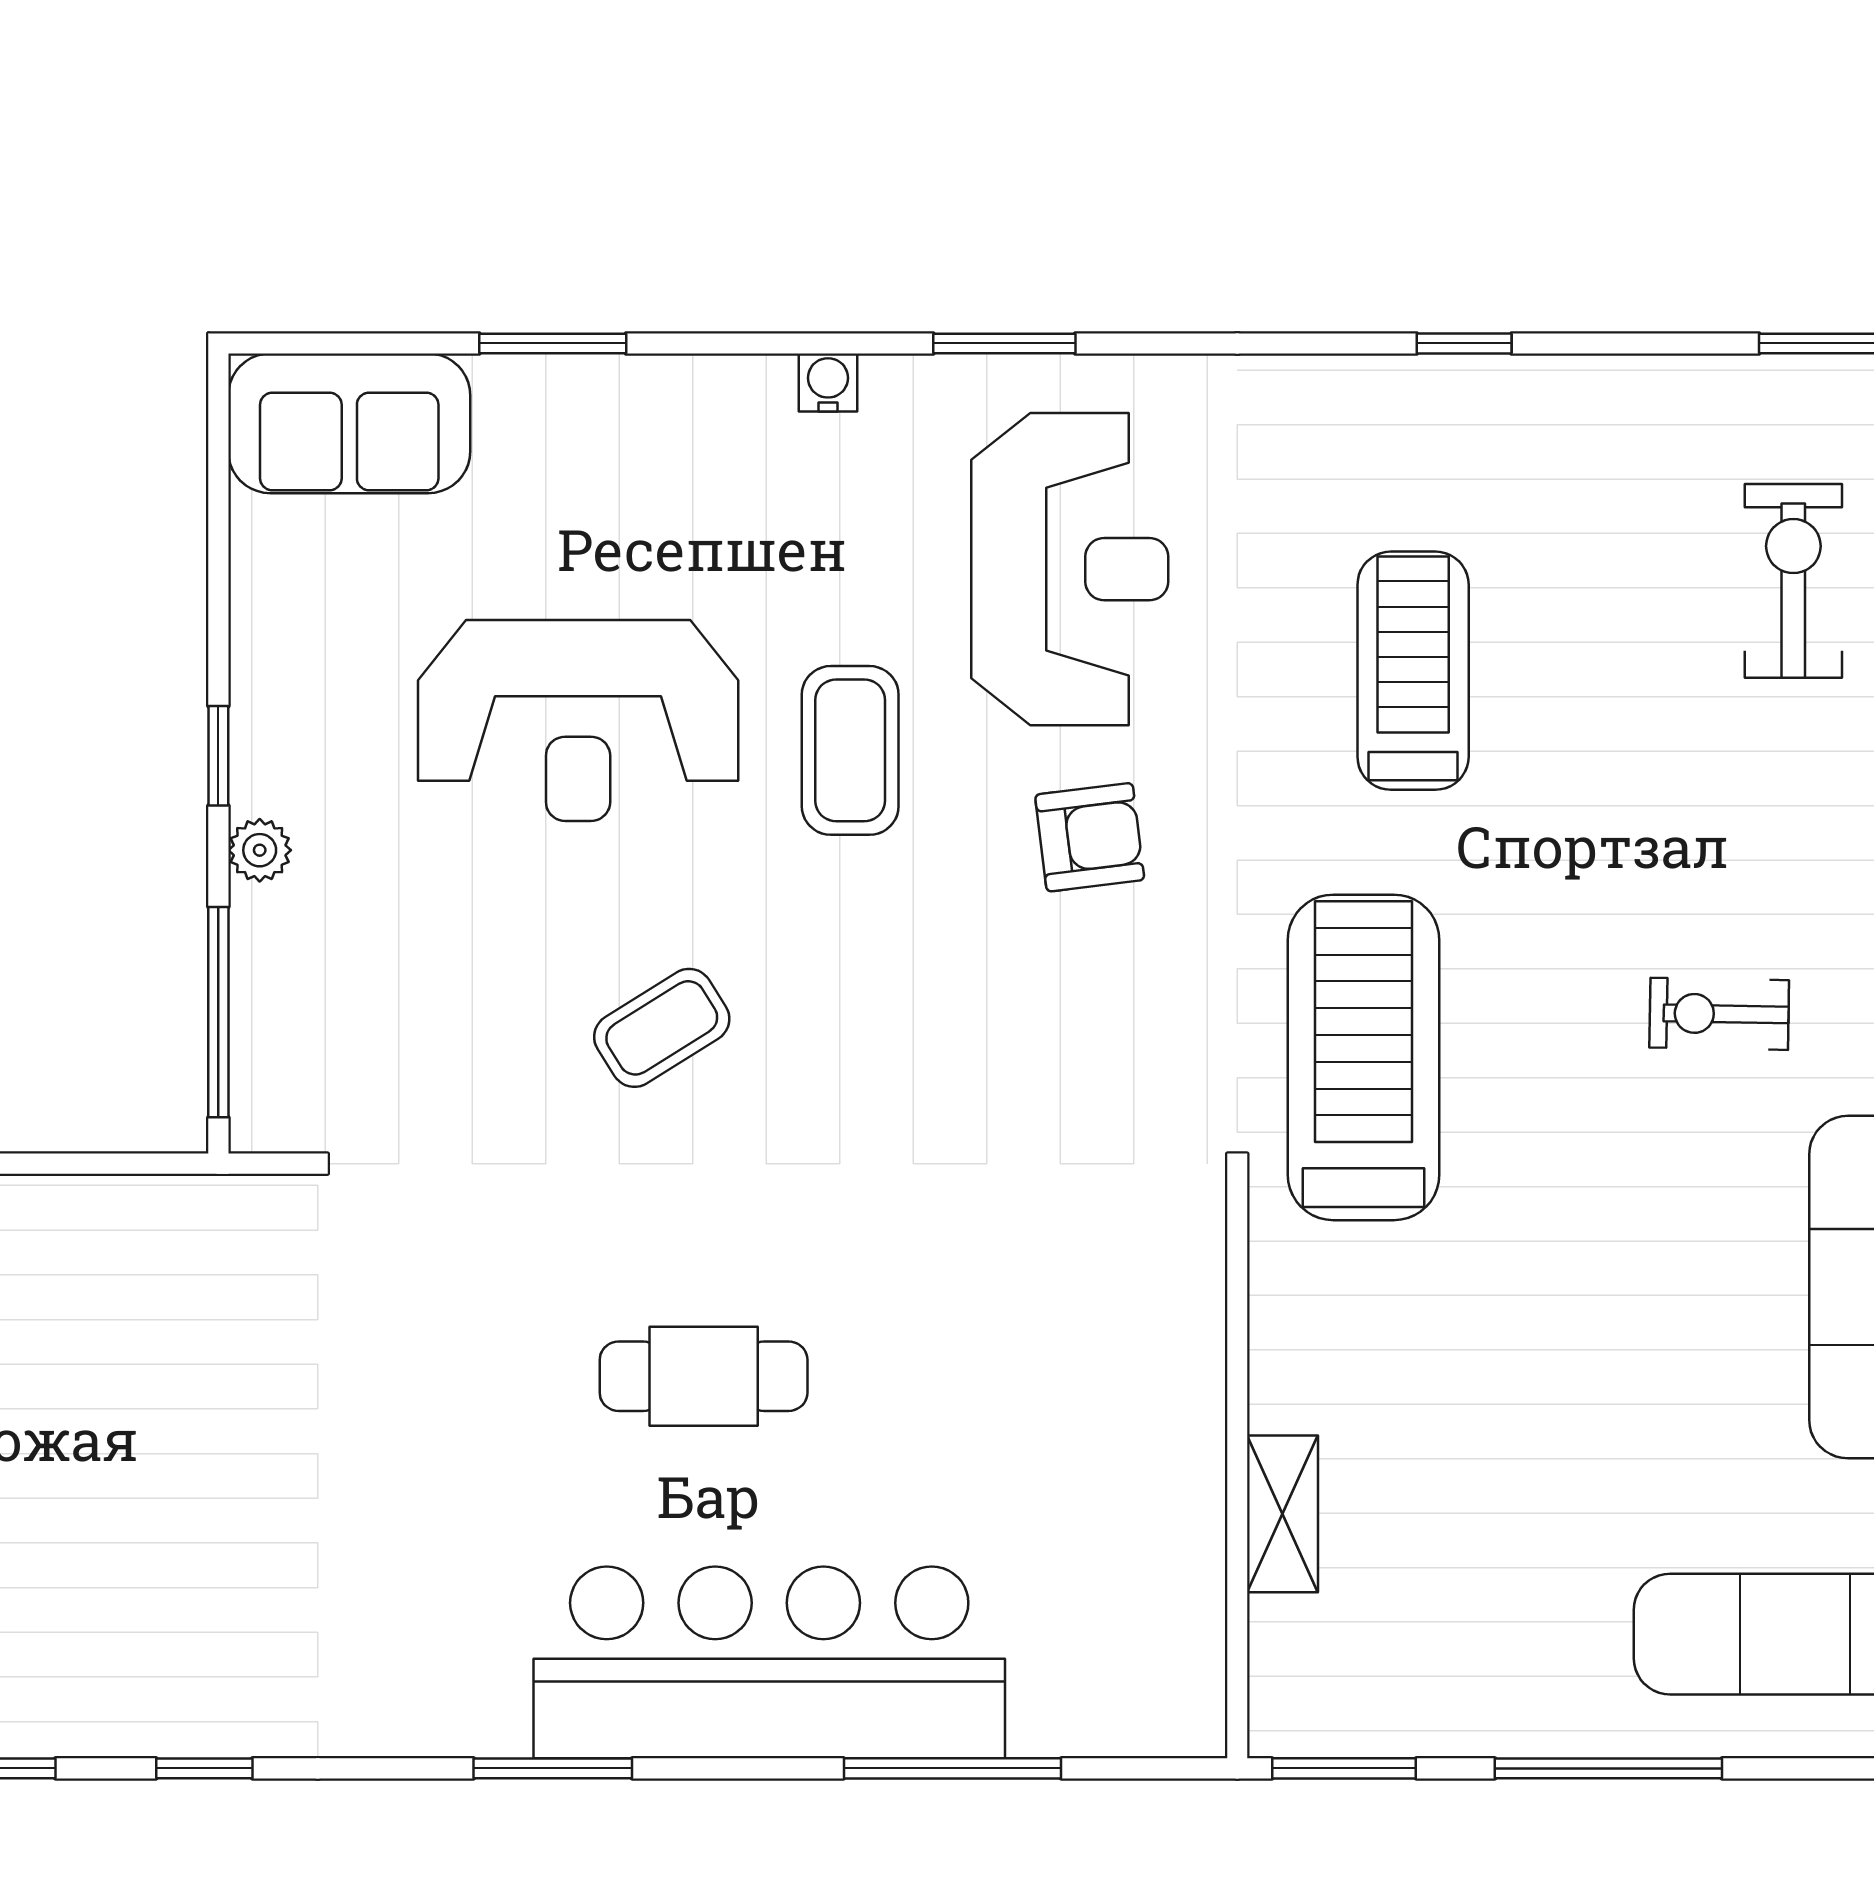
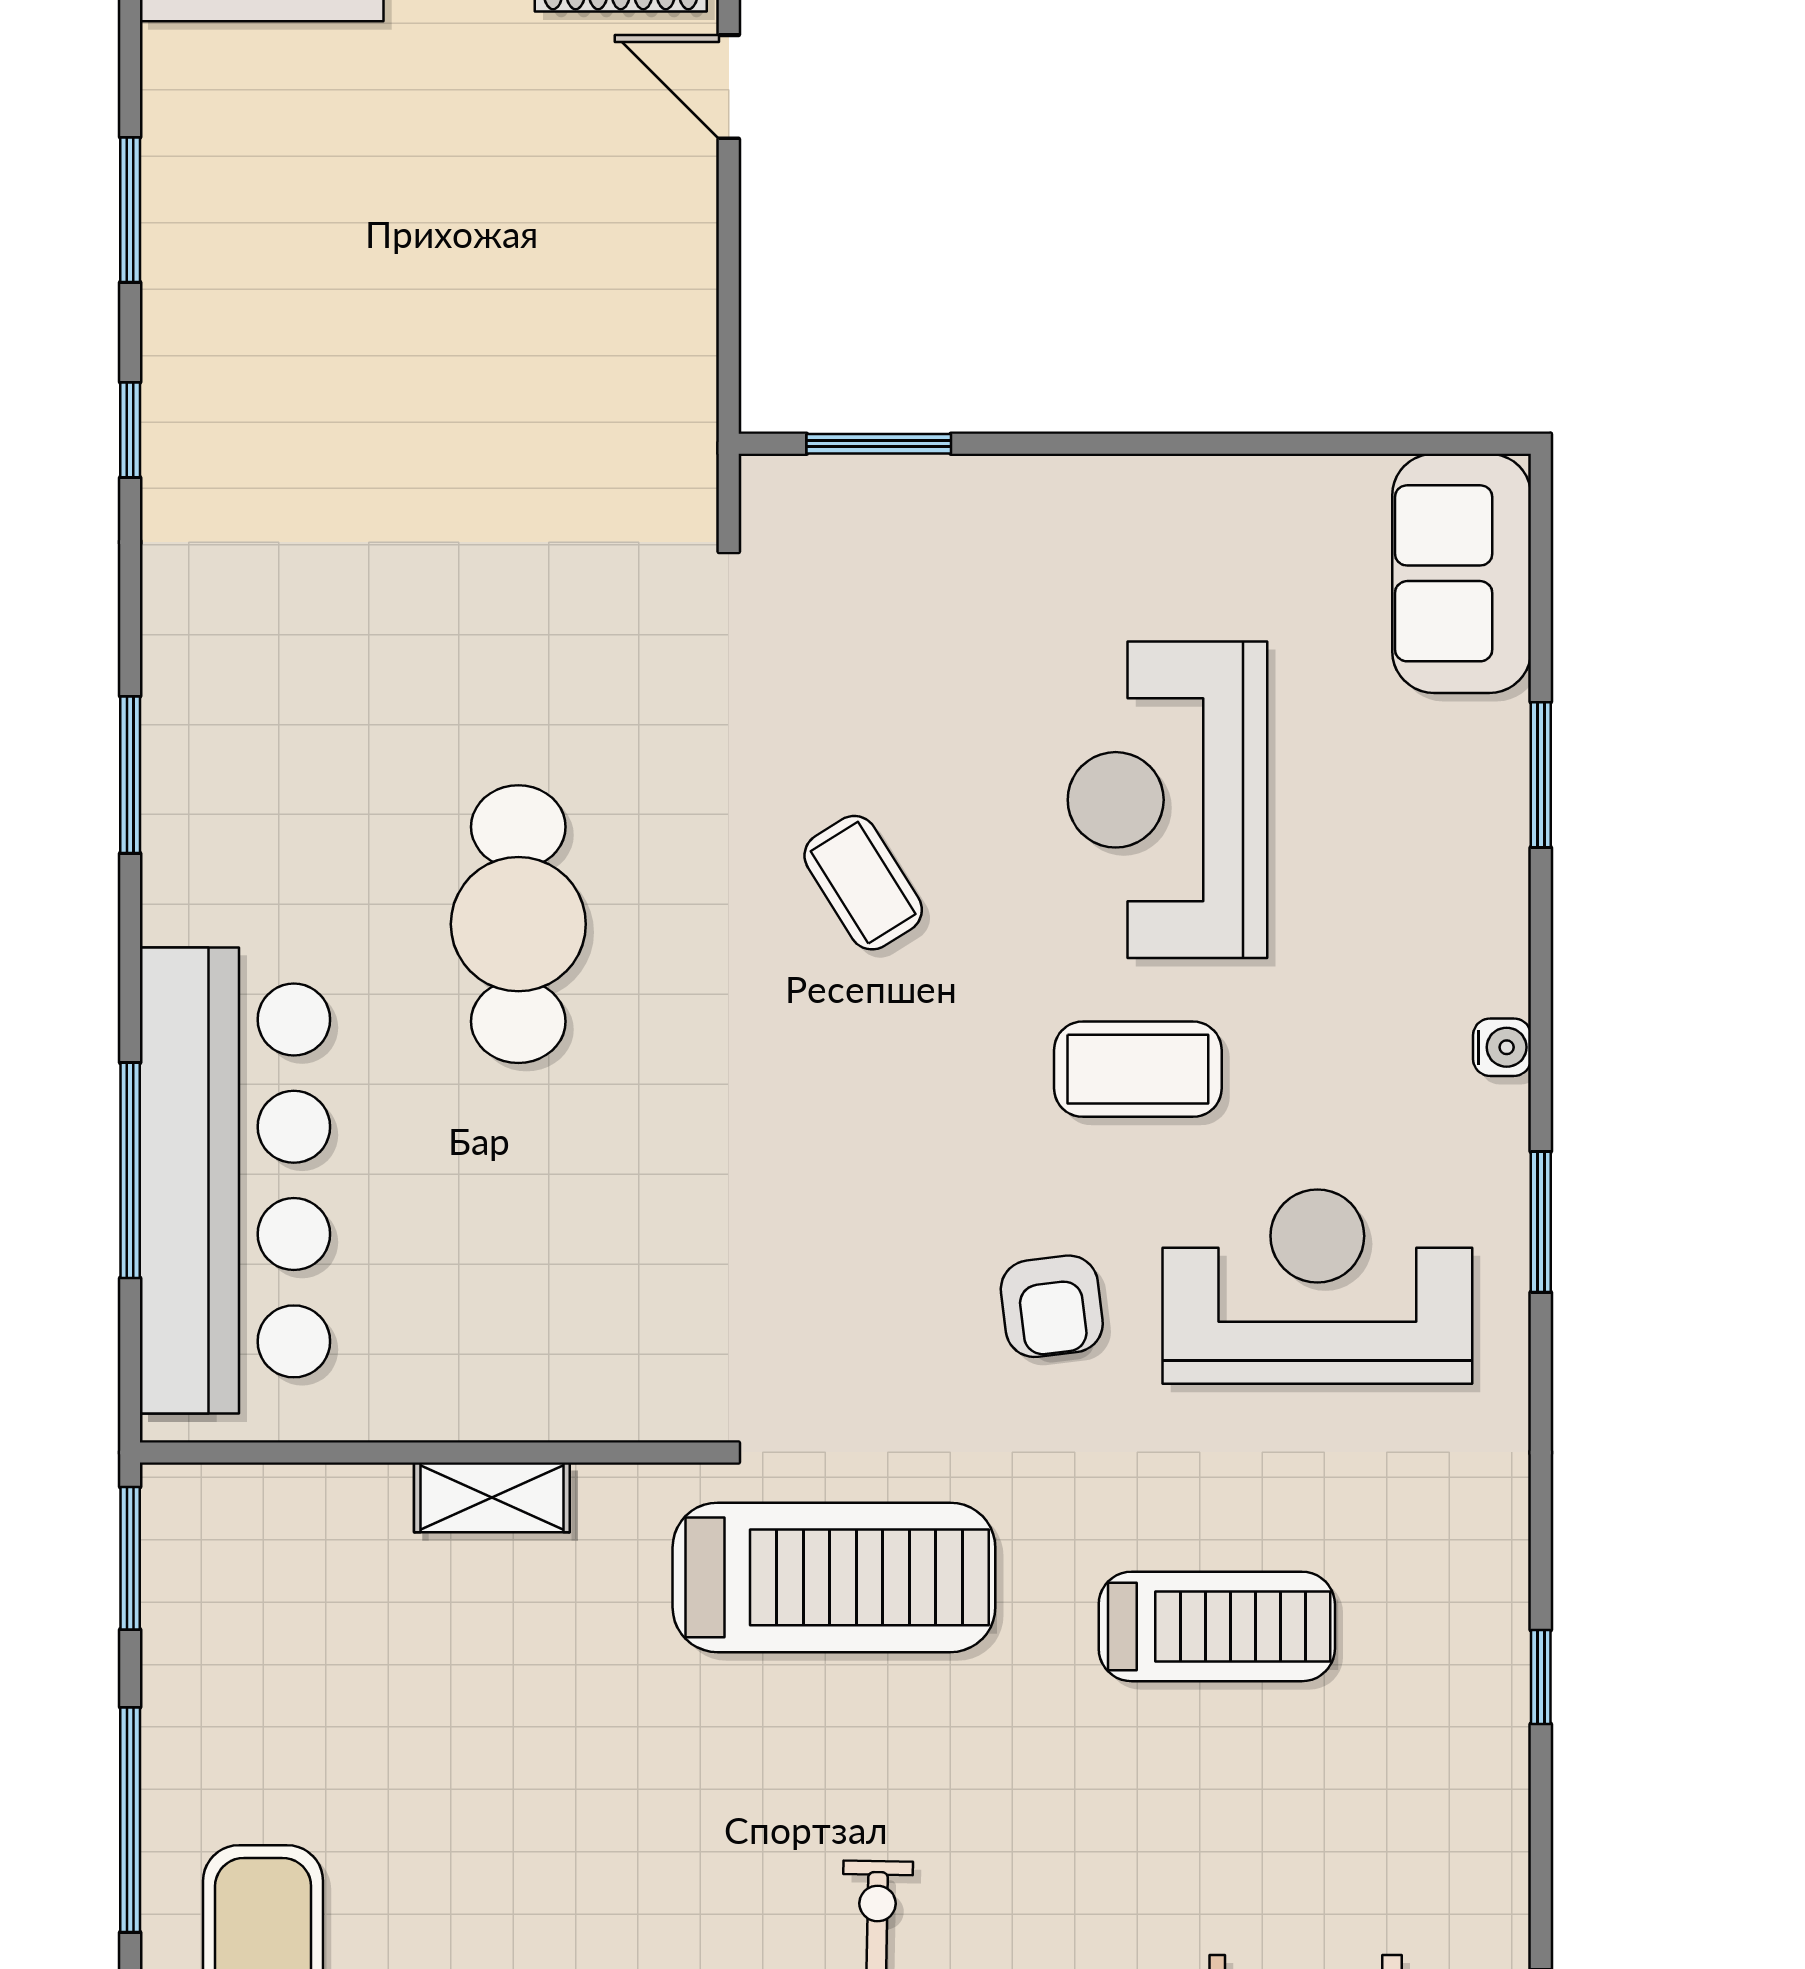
reception desk: (1070, 569) -> (1317, 1287), turned 180
window: (218, 756) -> (1132, 444), removed
plant: (260, 850) -> (1039, 485), removed
window: (218, 1012) -> (879, 444), width x0.69
cafe table: (704, 1376) -> (518, 924), width x1.37, depth x1.35
shelving: (1283, 1514) -> (492, 1497), moved
bar counter: (769, 1662) -> (235, 1180), moved

